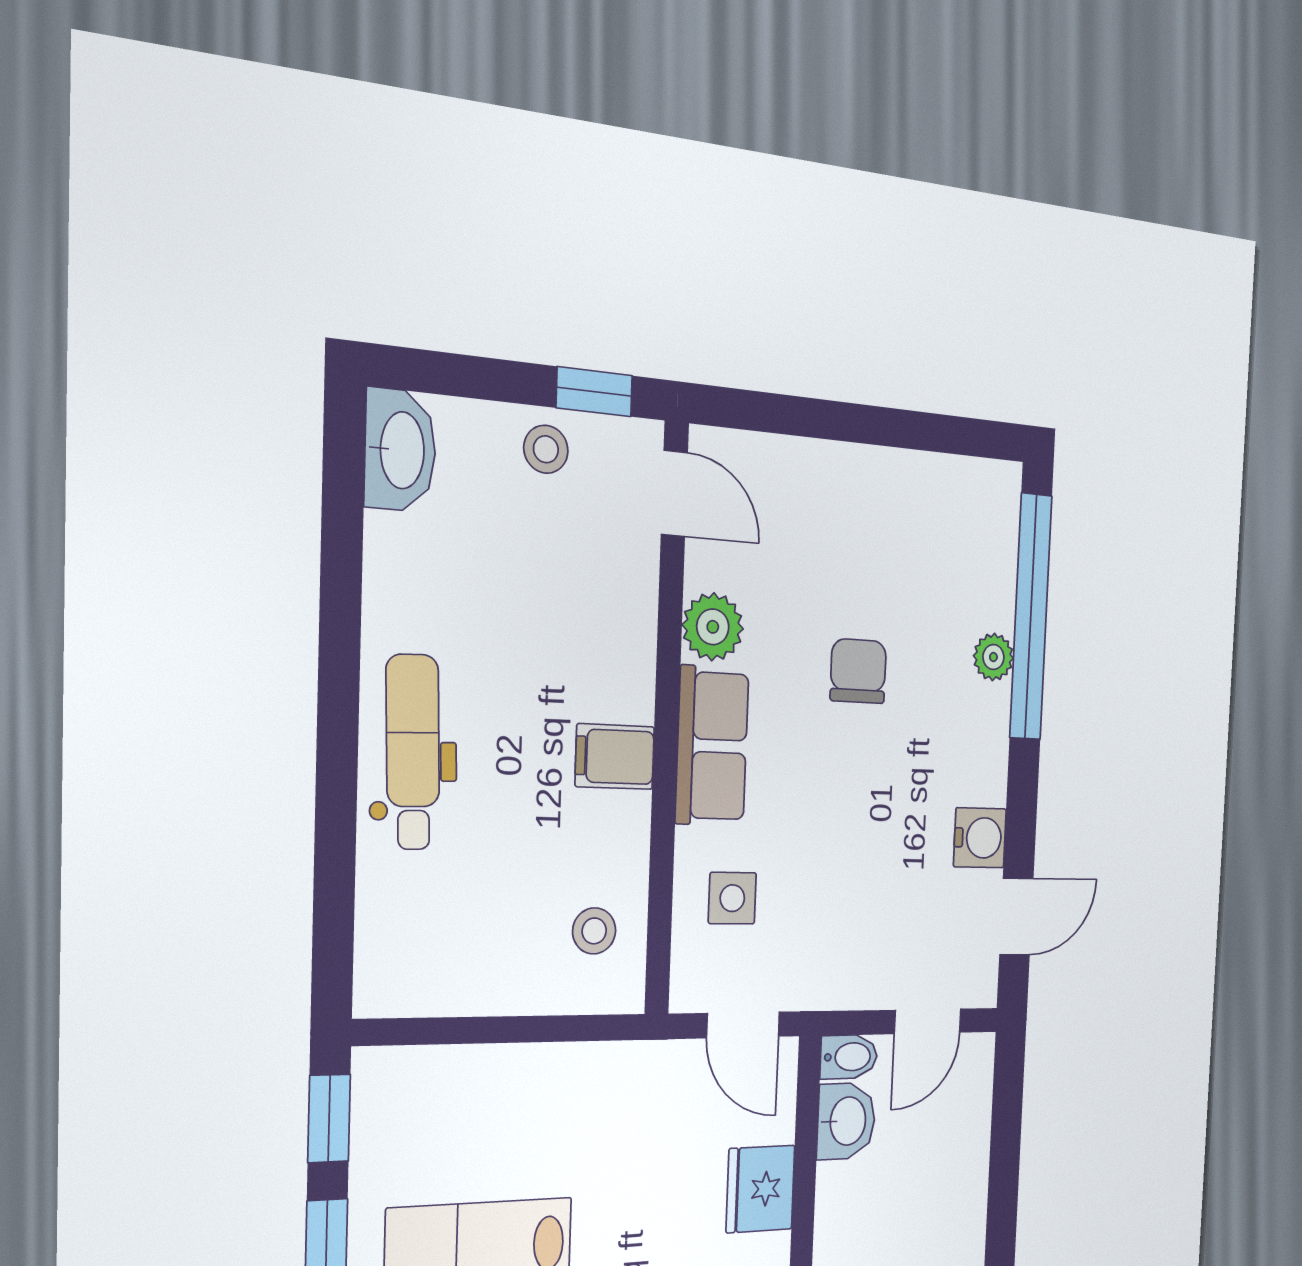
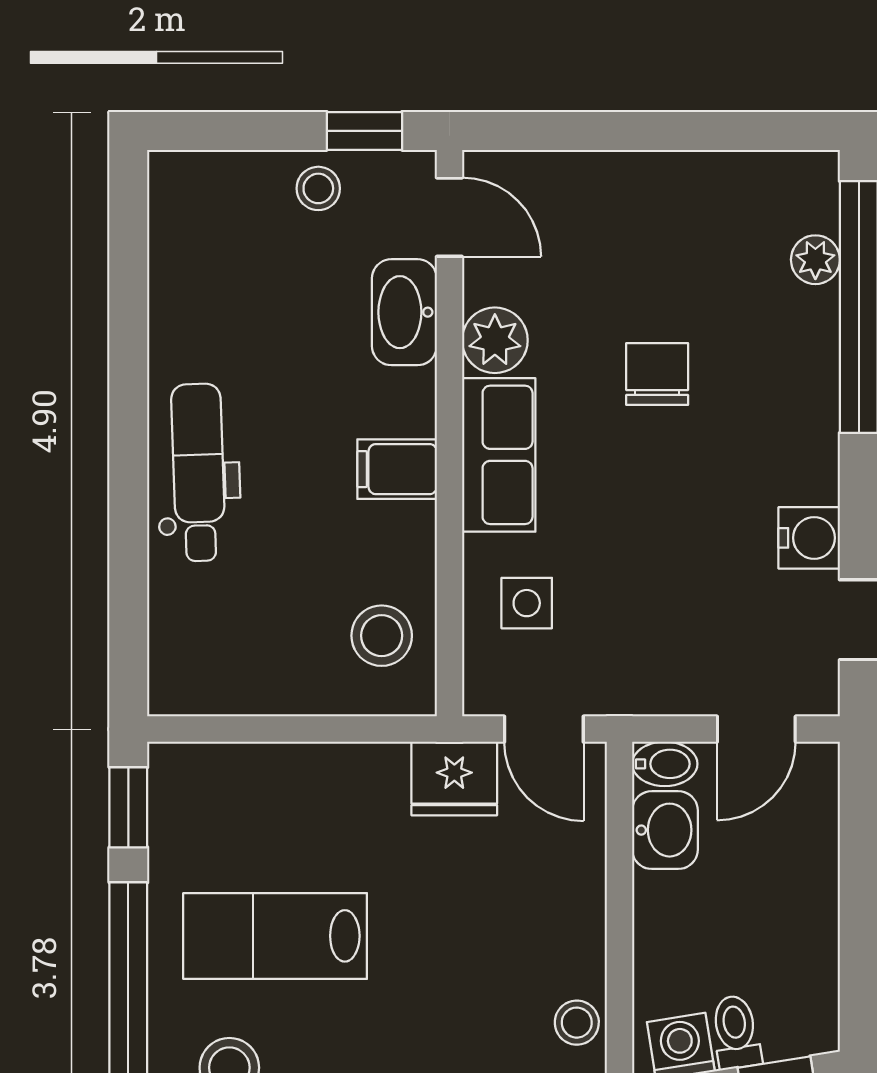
washbasin: (400, 450) -> (404, 312), moved, turned 180
plant: (993, 657) -> (815, 260), moved
stool: (594, 931) -> (382, 636), width x1.37, depth x1.37
fridge: (760, 1189) -> (454, 778), moved, turned -90

